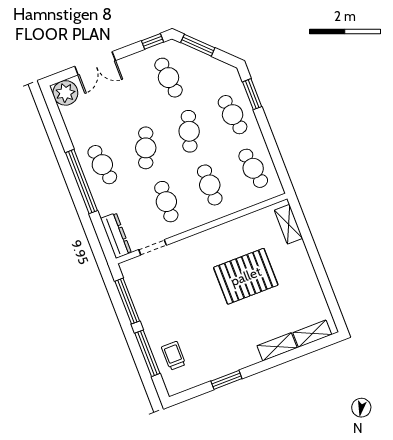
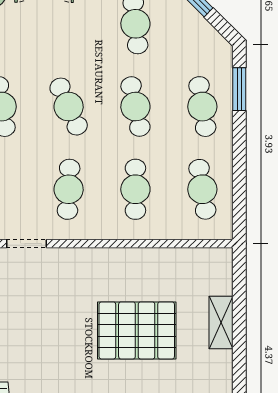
cafe table: (189, 131) -> (135, 107), turned -30
cafe table: (146, 148) -> (69, 107), turned -45
shelving: (288, 224) -> (221, 323), moved

